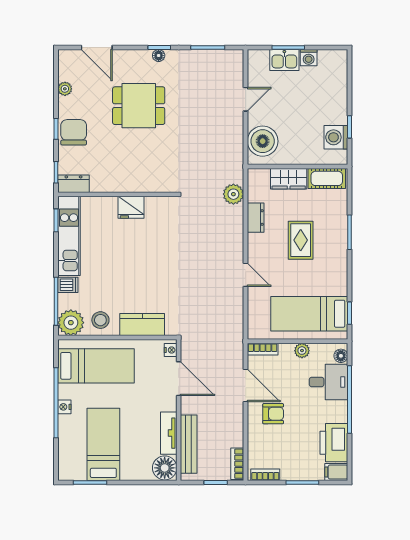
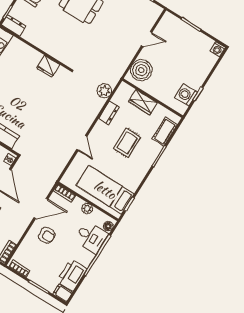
washing machine: (309, 58) -> (218, 49), moved
kitchen sink: (284, 60) -> (184, 30), removed
cot: (327, 178) -> (165, 132), moved, turned 90
fridge: (131, 207) -> (48, 66), moved
door: (246, 385) -> (41, 208), hinge flipped

